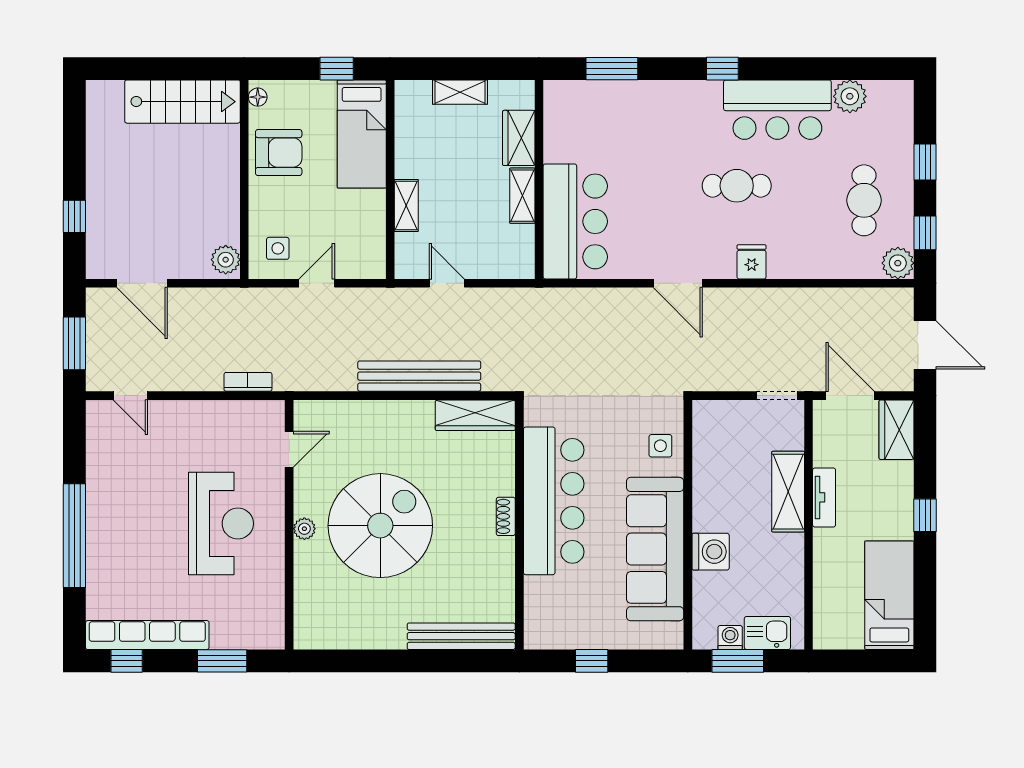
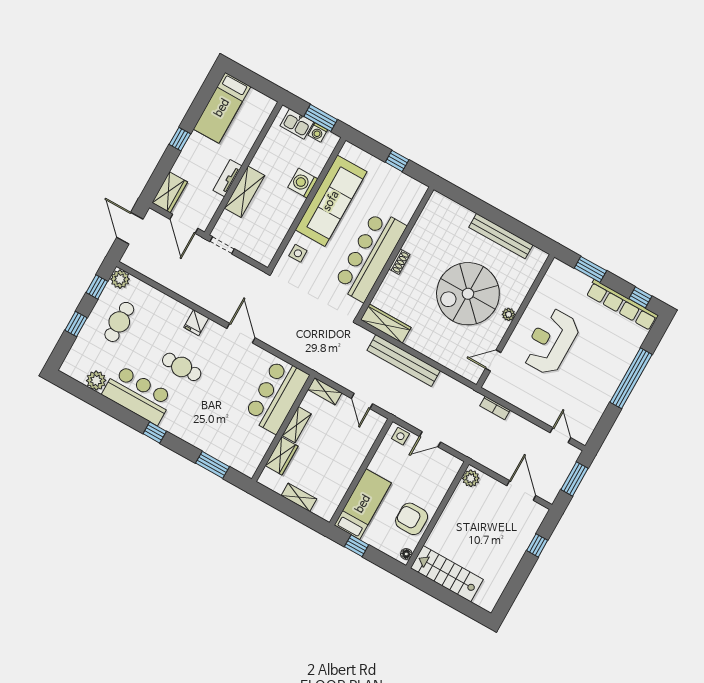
shelving: (406, 206) -> (325, 391), moved, turned 90
side table: (278, 248) -> (400, 436), moved
bench: (461, 636) -> (501, 236), moved

